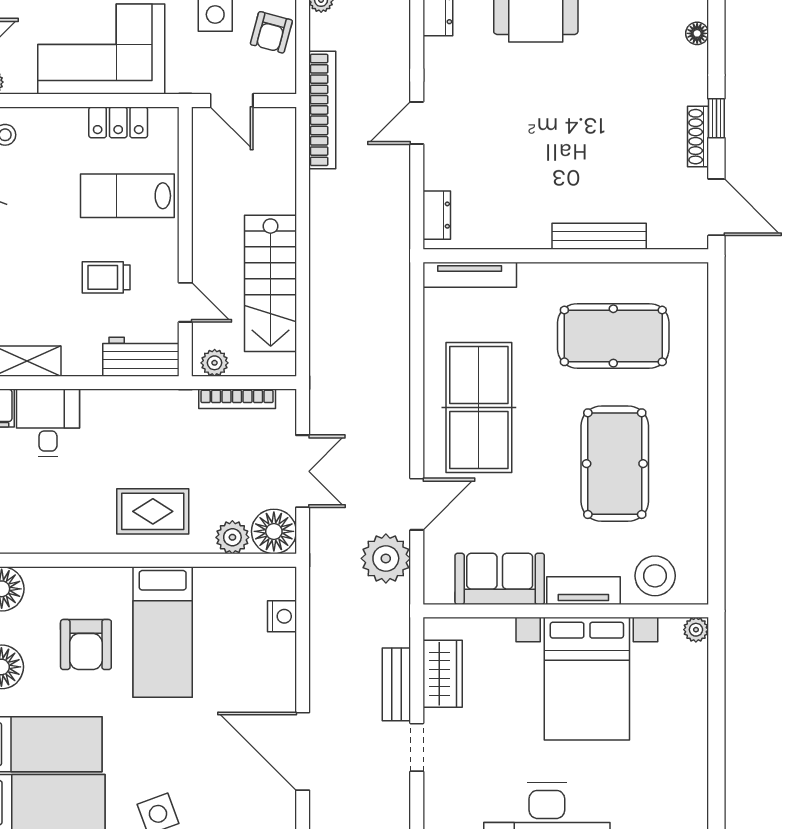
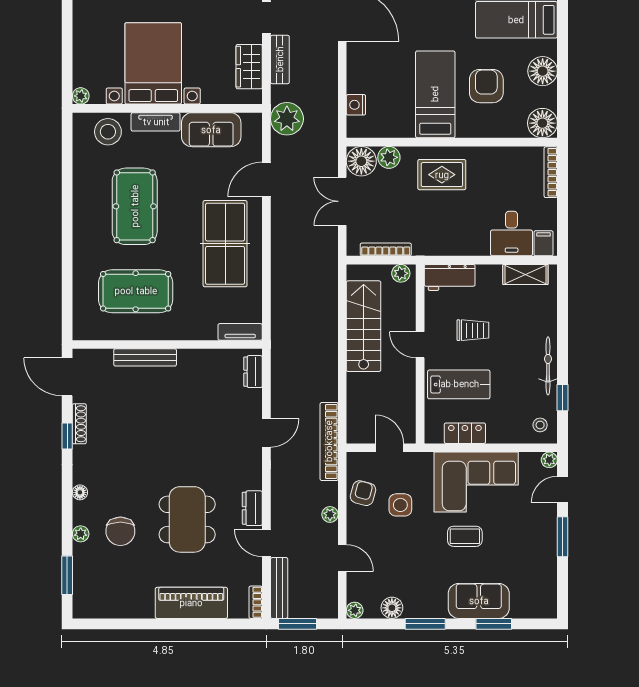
tv unit: (470, 275) -> (240, 332), width x0.71
door: (185, 302) -> (420, 345), moved
plant: (386, 558) -> (287, 119), moved

